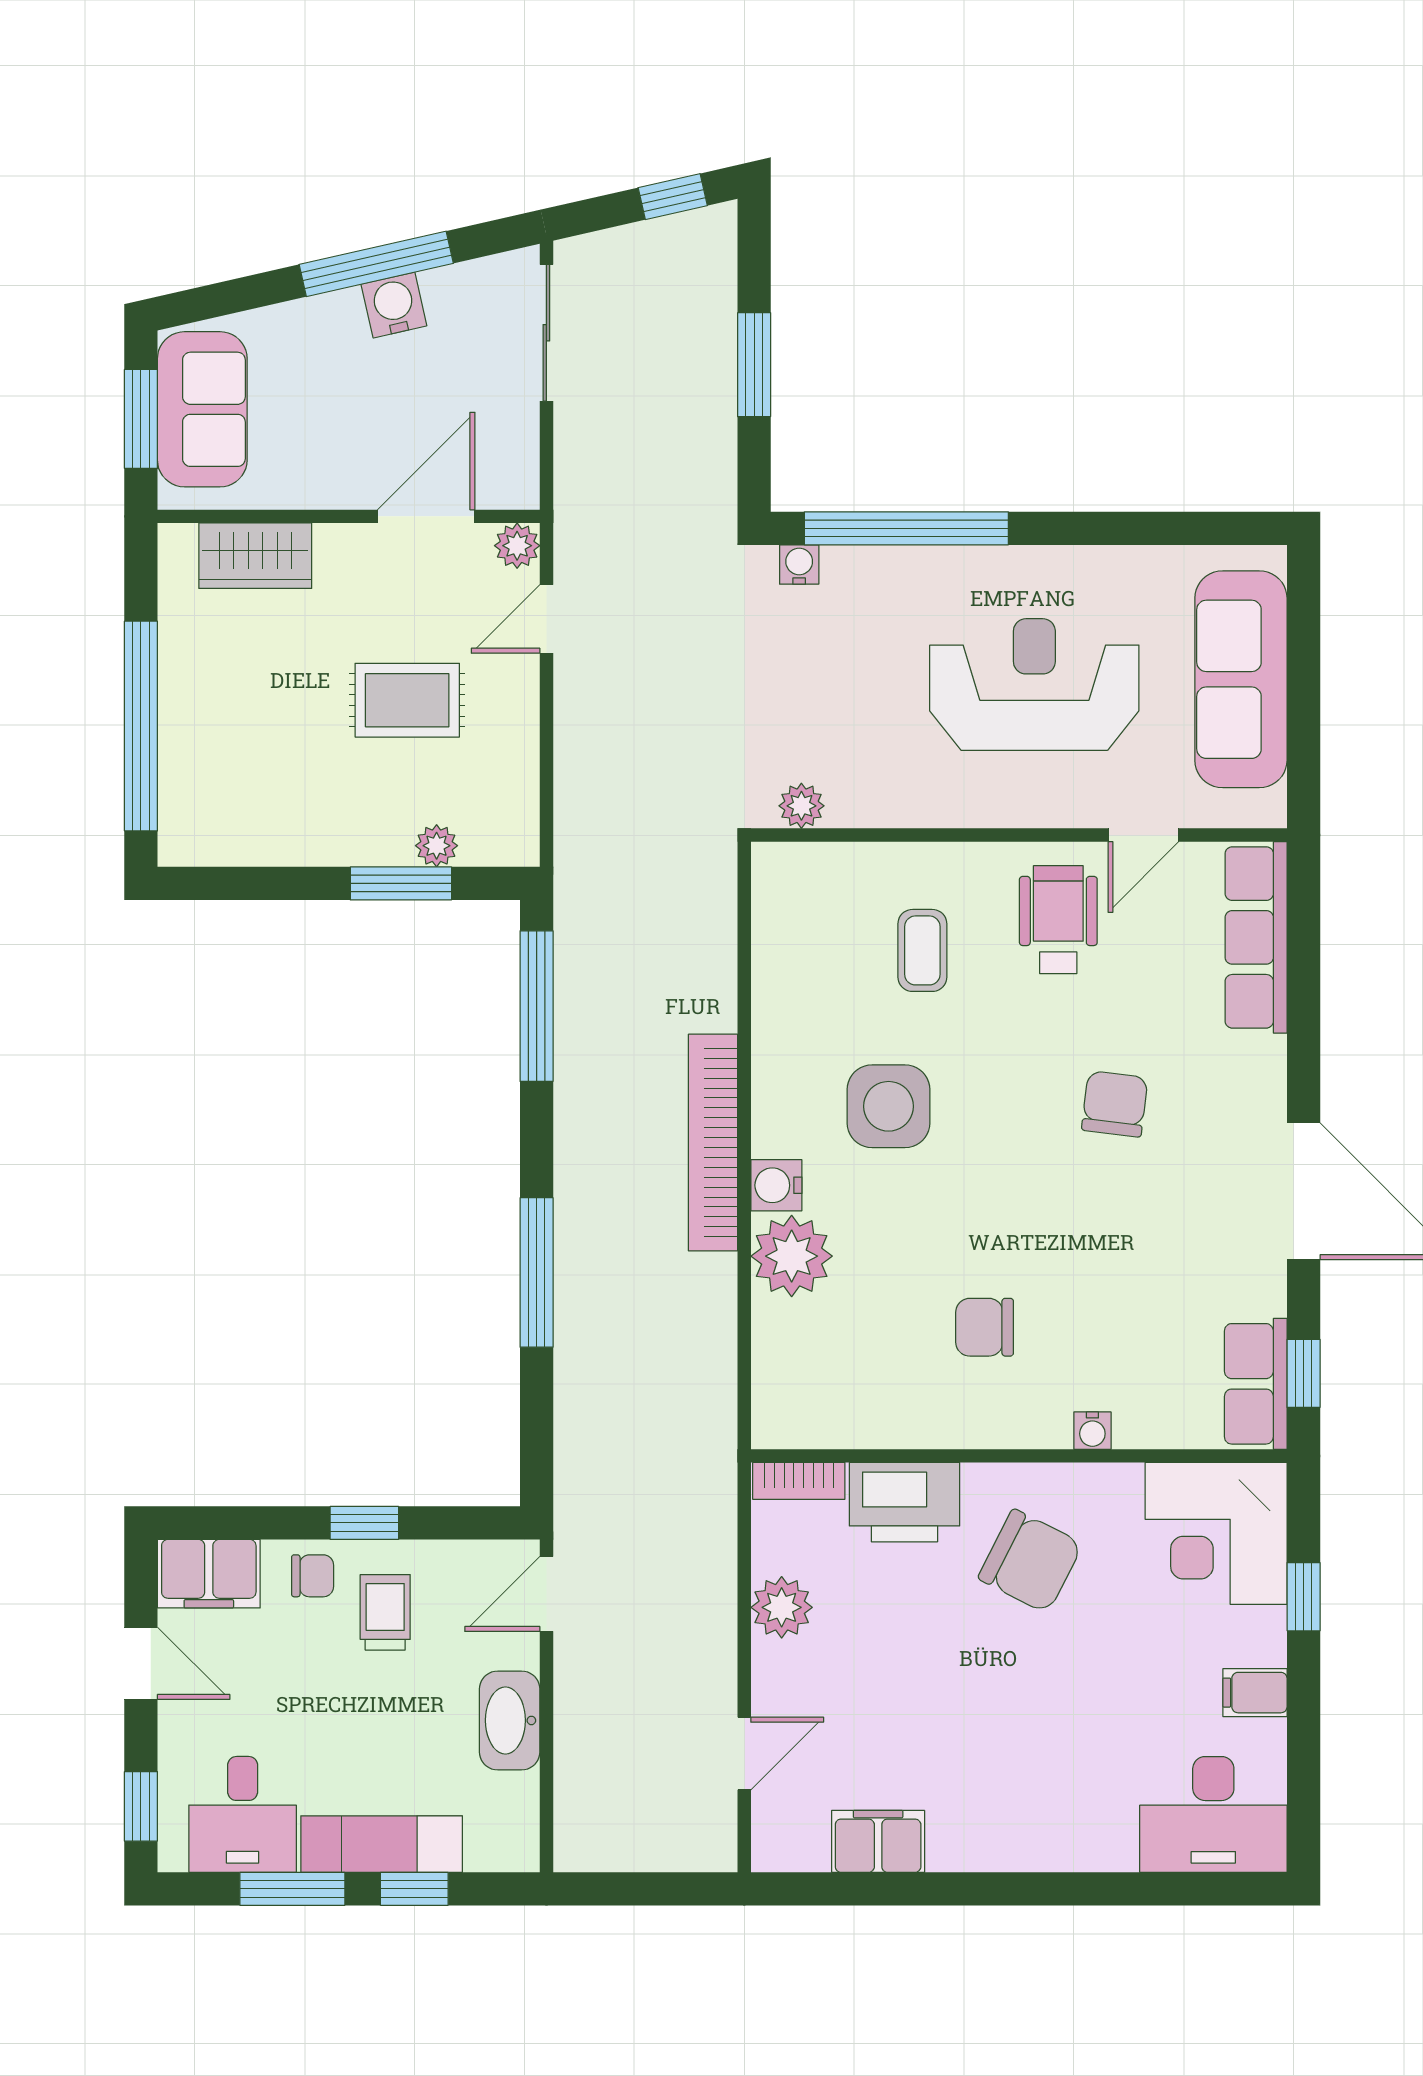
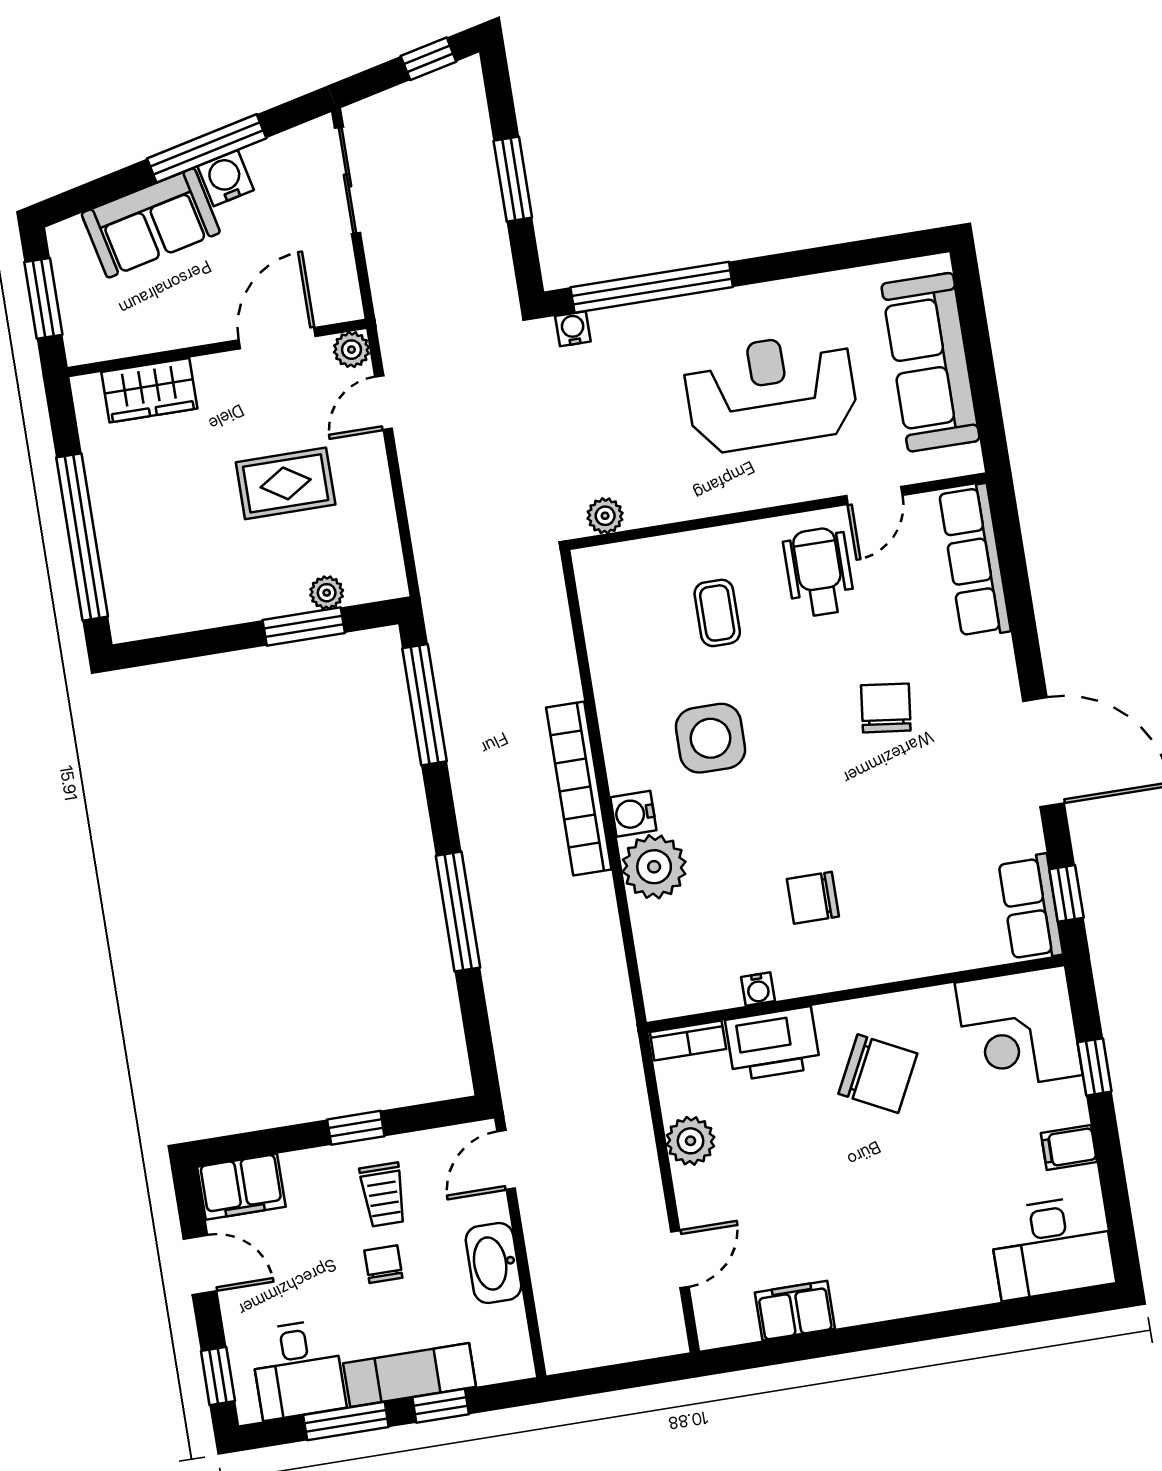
sofa: (202, 409) -> (151, 223), moved, turned 77
water cooler: (1092, 1431) -> (758, 989), moved
chair: (313, 1576) -> (383, 1264), moved, turned -90
trolley: (385, 1612) -> (383, 1195), turned 180

